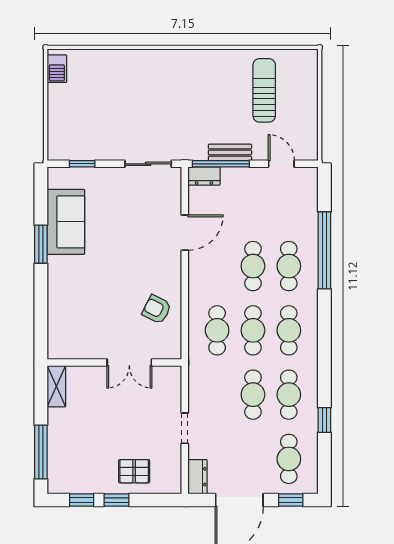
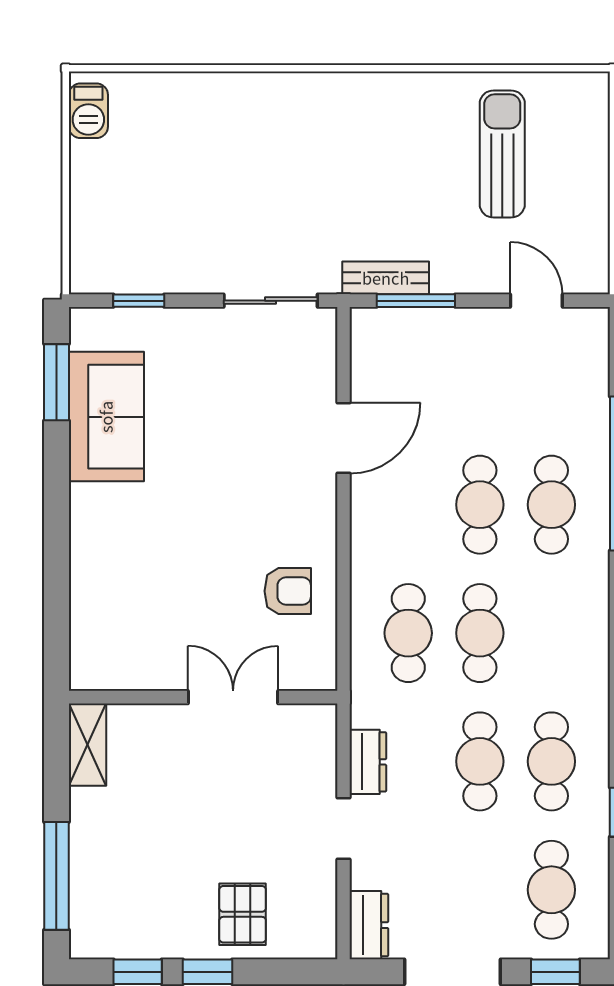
bench: (230, 152) -> (386, 278), moved
window: (221, 164) -> (416, 301), width x0.69
dresser: (204, 176) -> (368, 762), moved, turned -90
window: (41, 244) -> (56, 382), moved
armchair: (157, 309) -> (288, 591), turned 153
cafe table: (289, 330) -> (551, 633), removed
double door: (129, 362) -> (233, 697), swing flipped
pallet: (134, 471) -> (243, 914), turned 90

